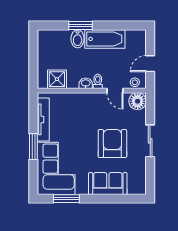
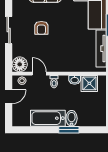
washbasin: (86, 83) -> (75, 80), moved
armchair: (112, 144) -> (41, 28), width x0.53, depth x0.53

